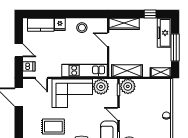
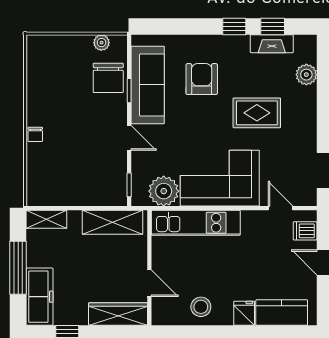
plant: (128, 86) -> (111, 192), removed

